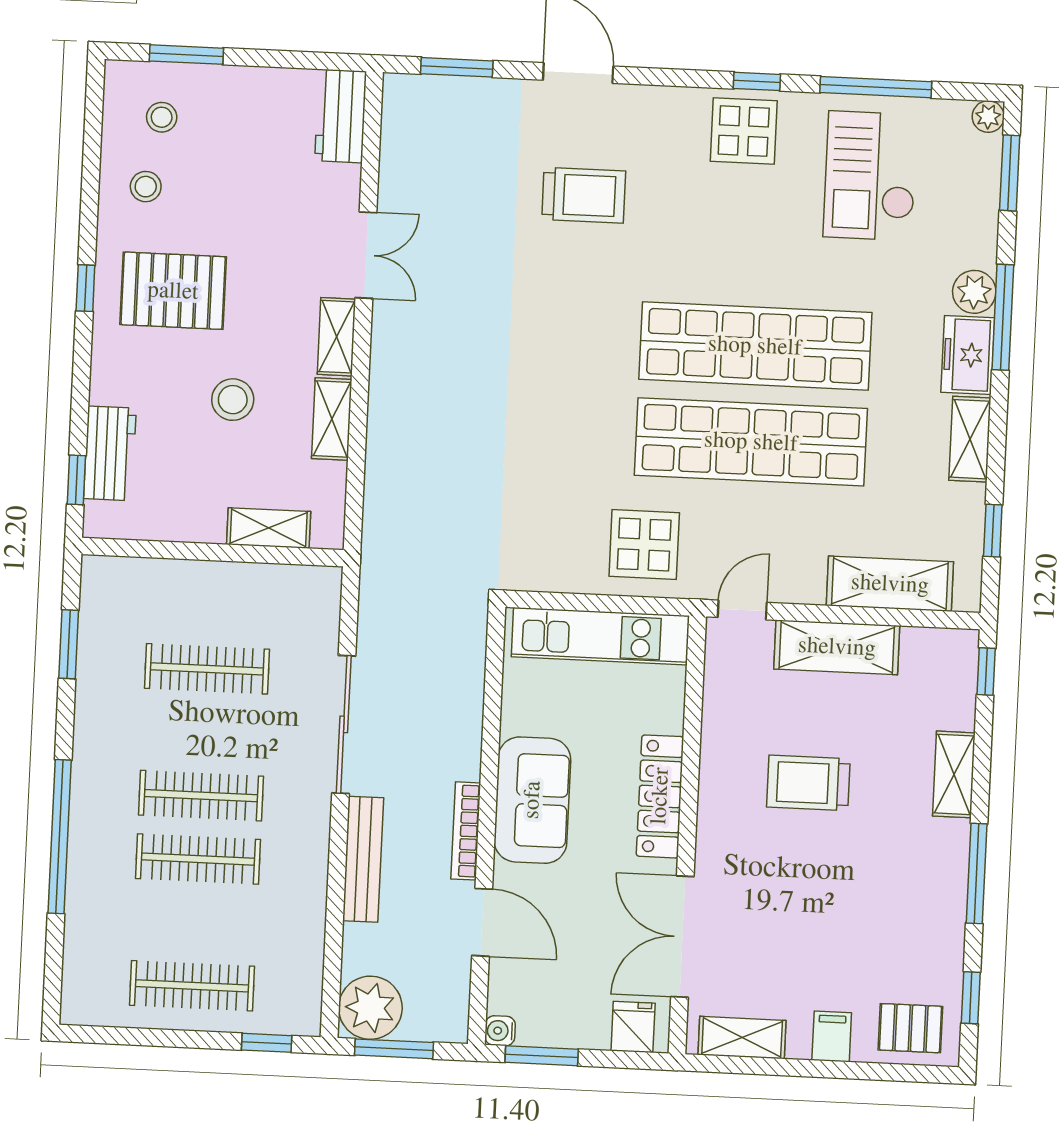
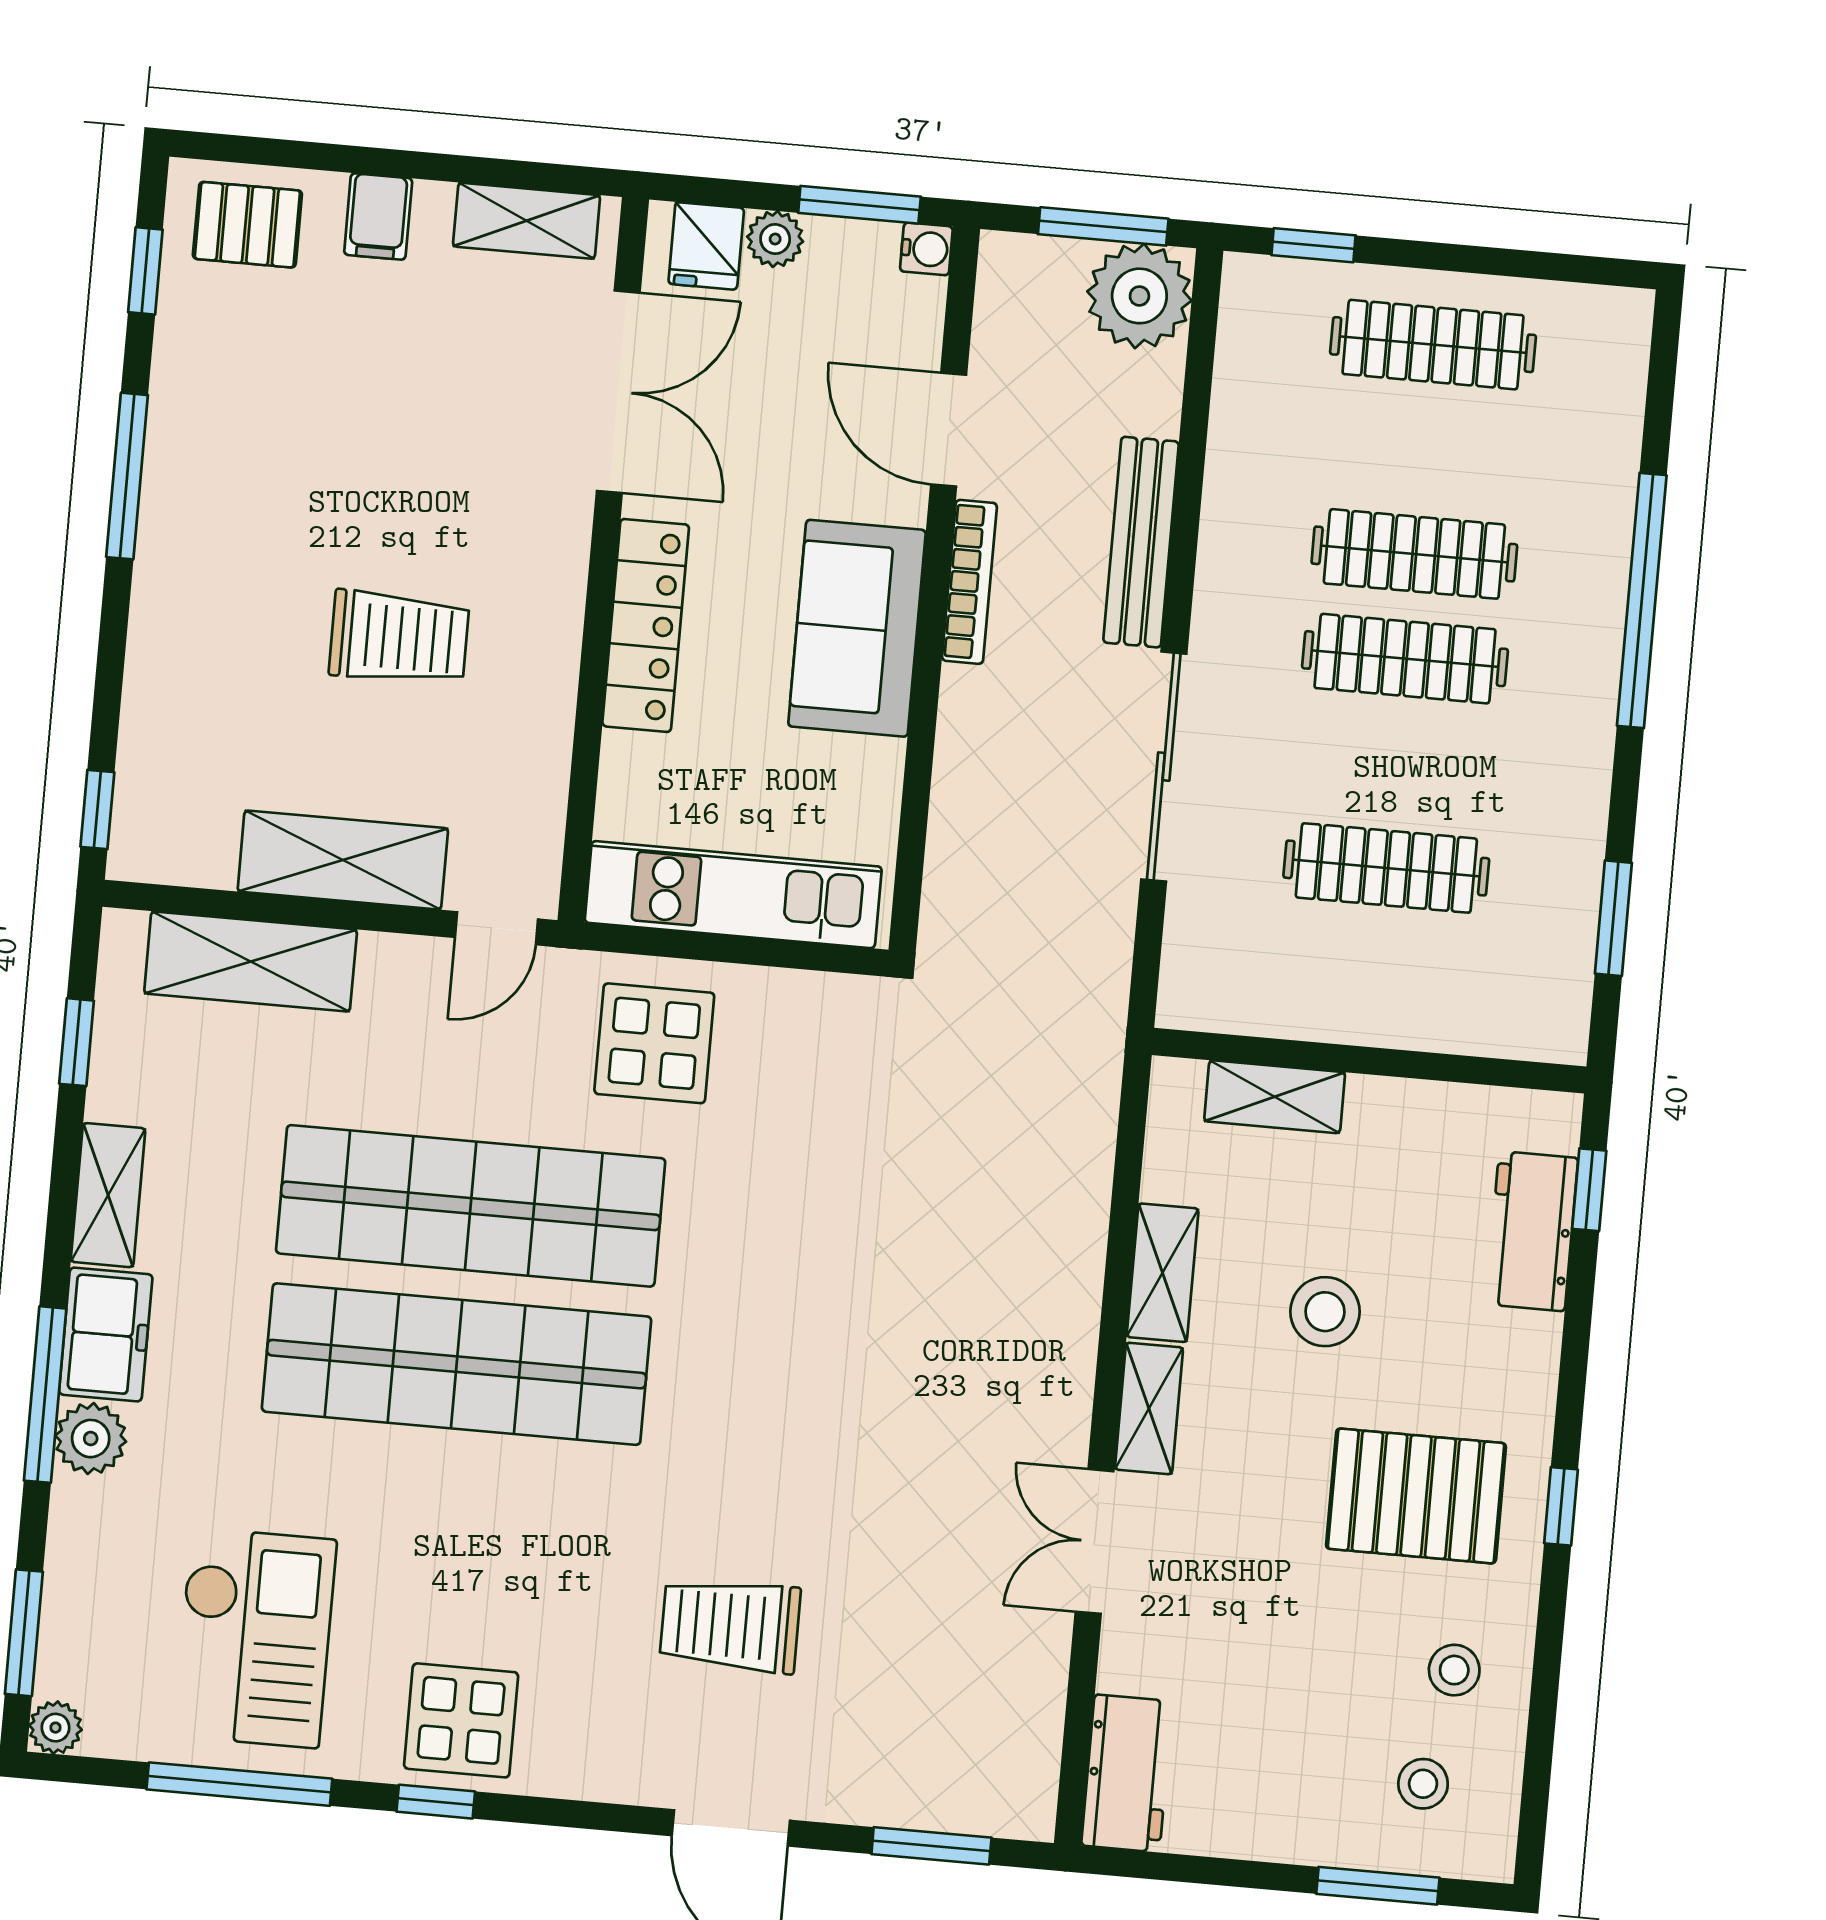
shelving: (954, 774) -> (158, 641), removed
plant: (592, 1033) -> (775, 239), added

